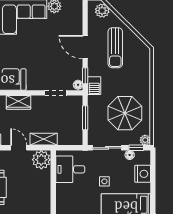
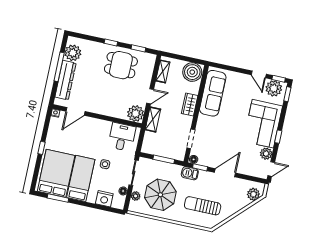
sun lounger: (115, 48) -> (203, 206), moved
plant: (145, 140) -> (136, 196), moved
window: (136, 148) -> (128, 198), removed

